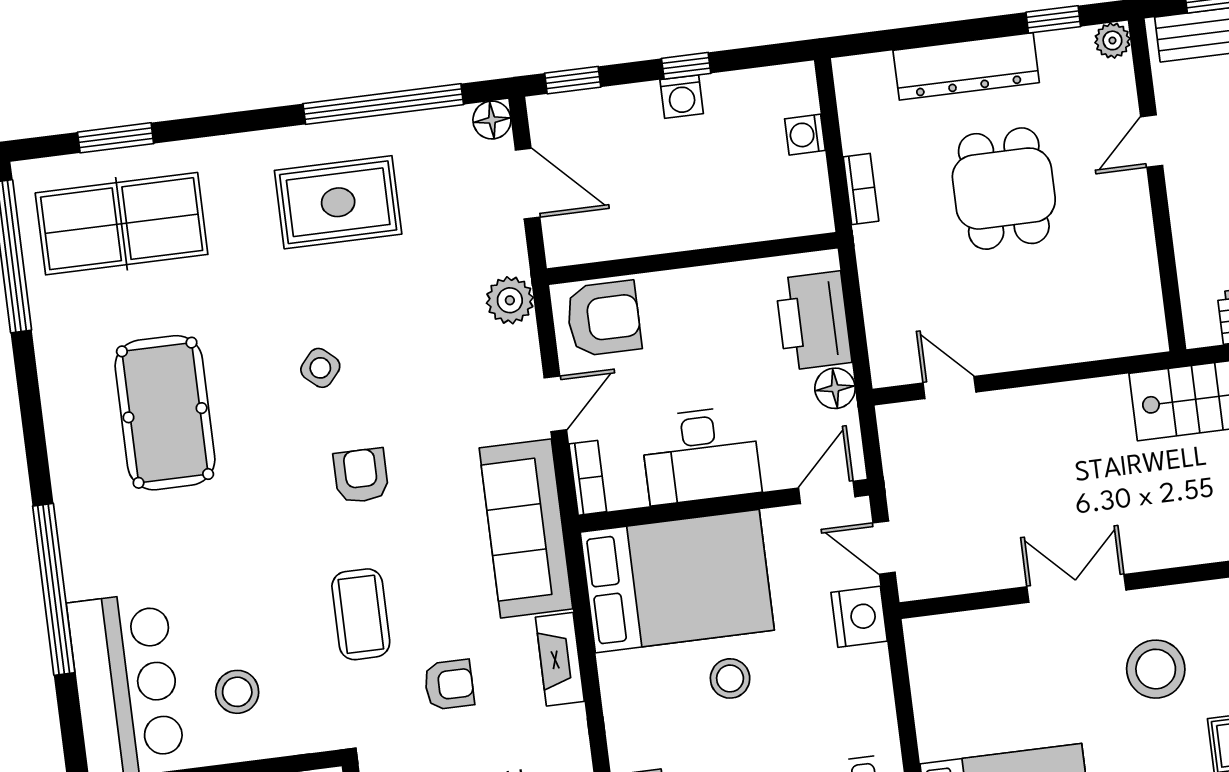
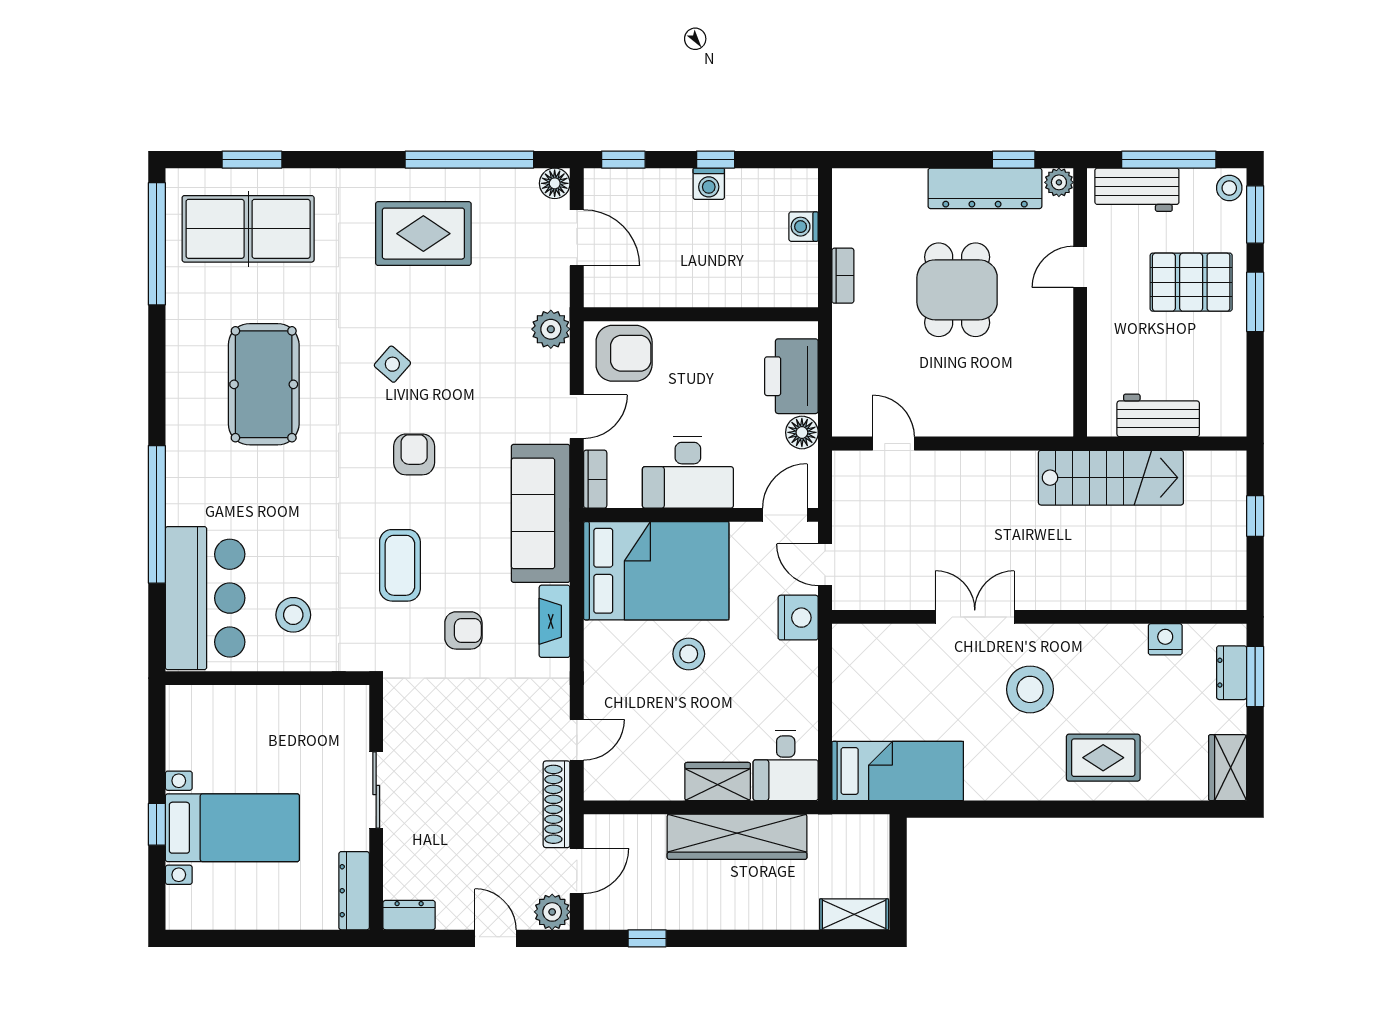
dresser: (966, 66) -> (985, 188), moved

